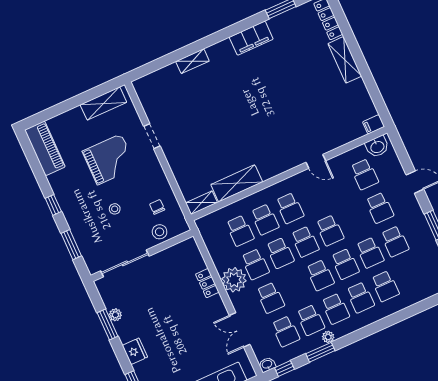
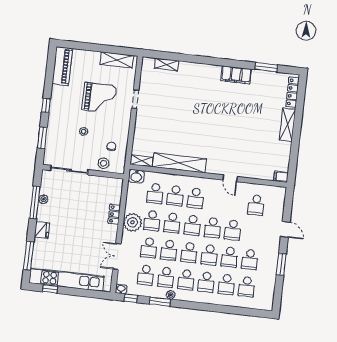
shelving: (192, 61) -> (166, 64), moved
washbasin: (377, 147) -> (136, 176), moved
shelving: (237, 183) -> (180, 163), width x1.47
school desk: (380, 208) -> (233, 230), moved
school desk: (410, 275) -> (247, 287), added
school desk: (295, 287) -> (169, 250), added
window: (108, 324) -> (35, 202), width x1.44

